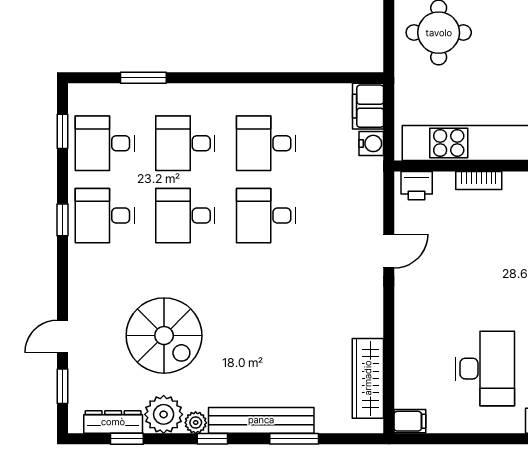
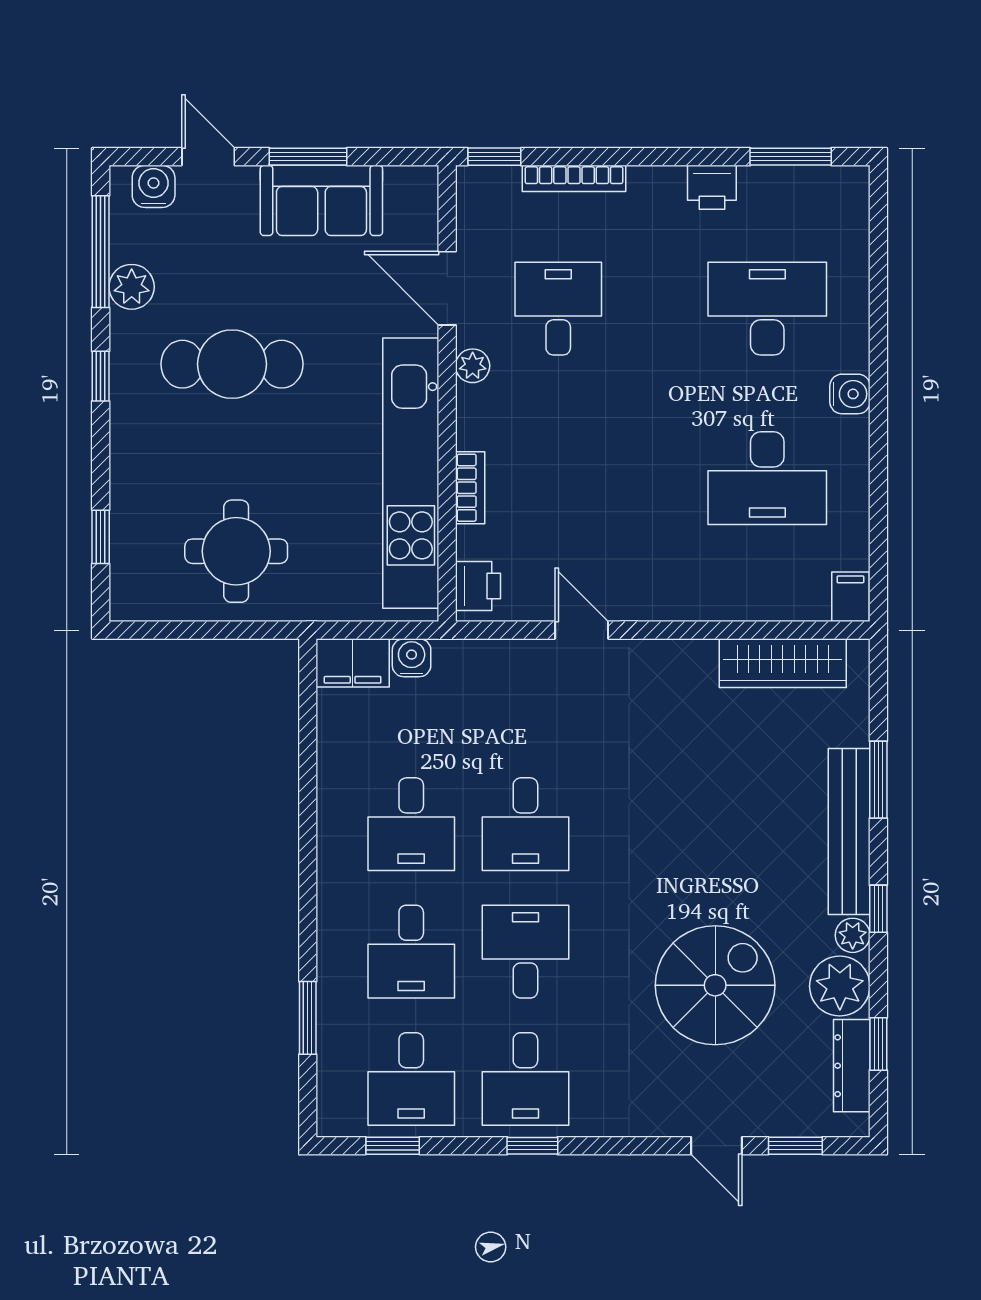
desk: (185, 216) -> (525, 952), turned 180
desk: (485, 369) -> (767, 478), turned 180

